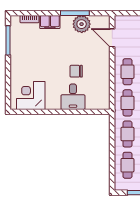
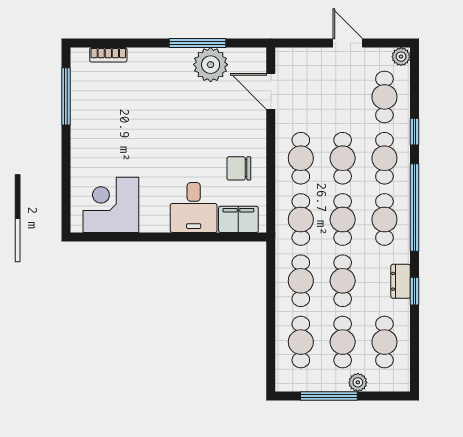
filing cabinet: (50, 22) -> (238, 219), moved, turned 180
chair: (76, 71) -> (239, 168), moved

